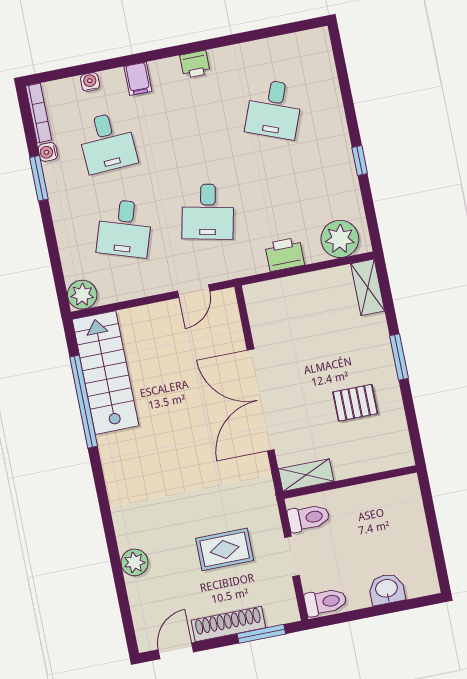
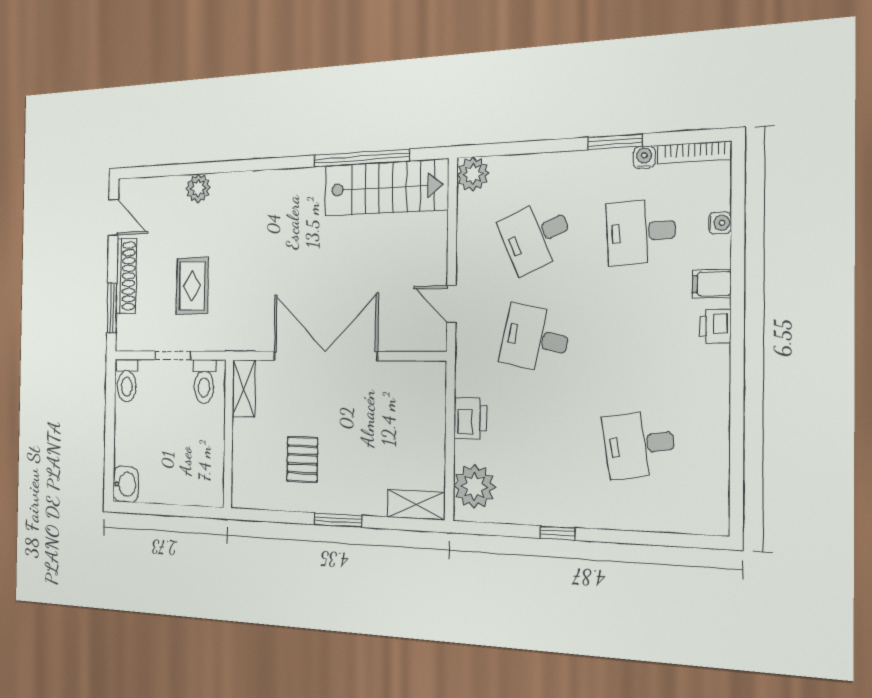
printer: (195, 64) -> (715, 326), moved
desk: (274, 109) -> (639, 445), turned -30
desk: (124, 228) -> (536, 236), turned -42
washbasin: (387, 589) -> (126, 484), moved

